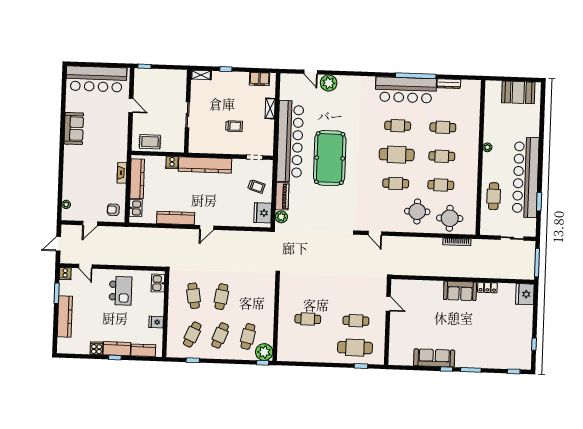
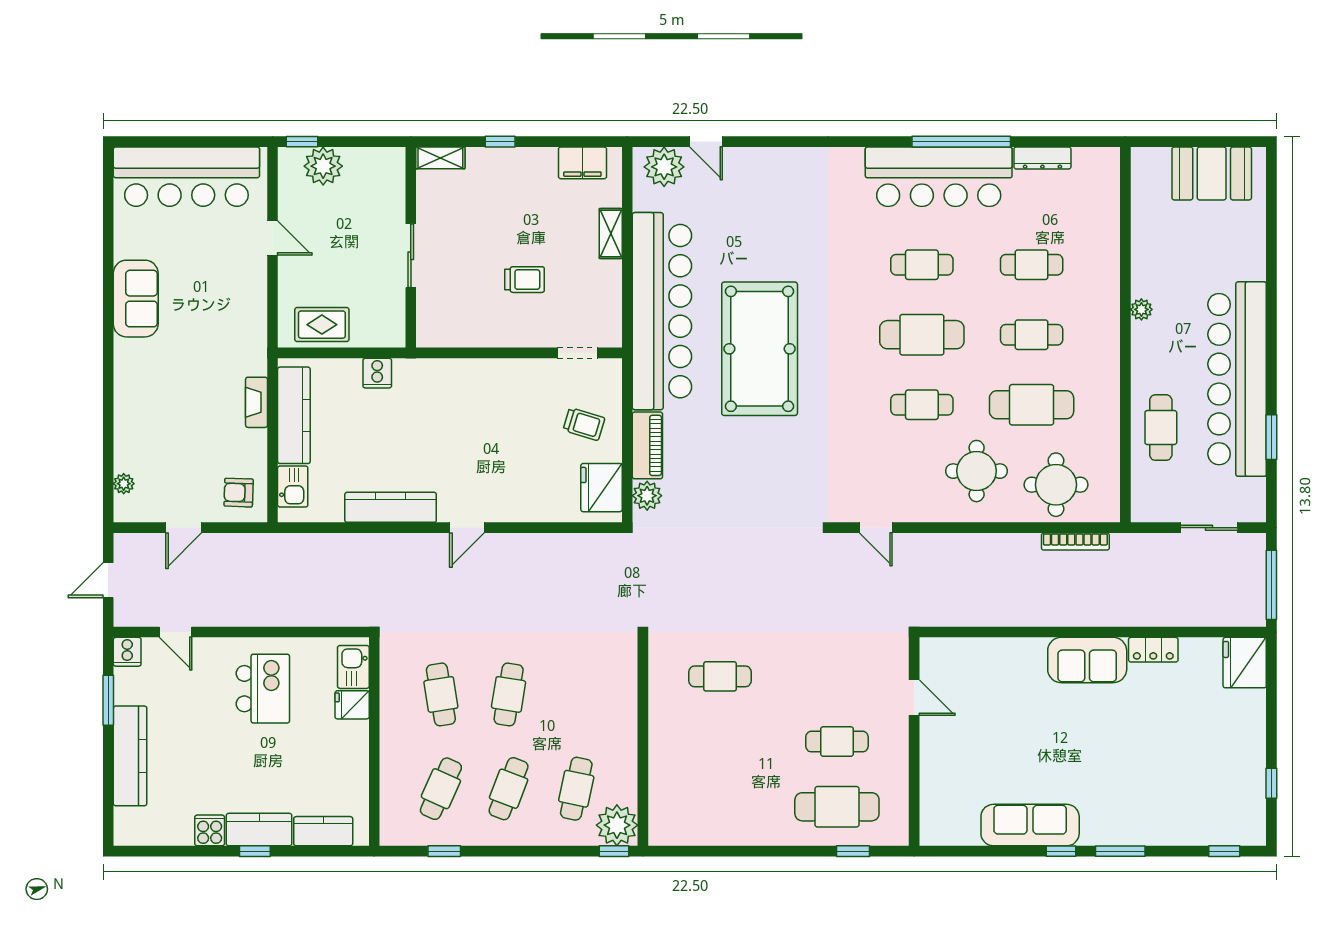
plant: (153, 77) -> (323, 166), added
plant: (329, 83) -> (664, 167), moved
kitchen counter: (205, 165) -> (458, 376), removed
cafe table: (441, 185) -> (1032, 405), width x1.37, depth x1.35
cafe table: (308, 319) -> (720, 676), moved
fridge: (156, 322) -> (352, 705), moved

